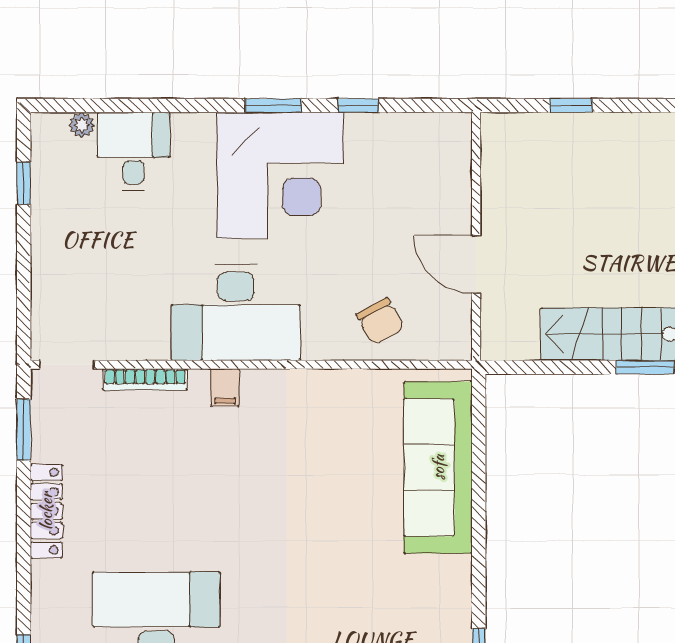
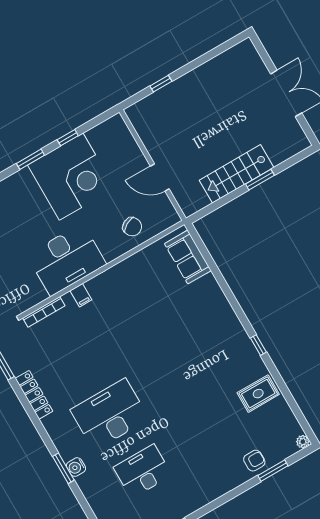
corner desk: (280, 175) -> (71, 177), moved
sofa: (438, 467) -> (188, 257), width x0.54, depth x0.79

